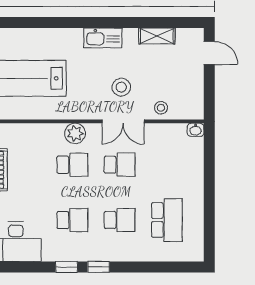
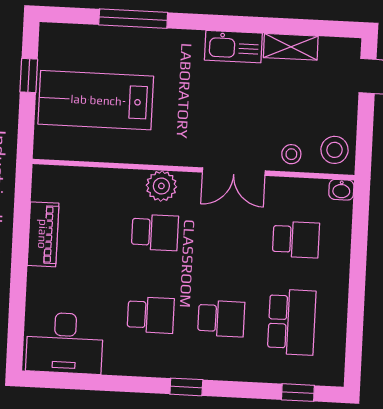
window: (51, 23) -> (133, 19), added
kitchen sink: (103, 38) -> (233, 47), moved
stool: (121, 87) -> (334, 150), moved
school desk: (120, 165) -> (296, 240), moved
window: (67, 267) -> (298, 393), moved

